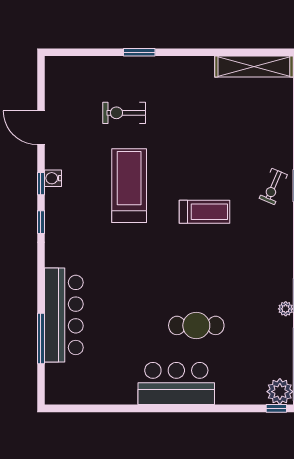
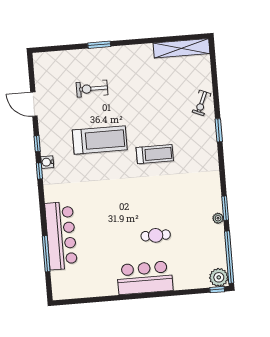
water cooler: (53, 178) -> (47, 162), moved
treadmill: (129, 186) -> (100, 140), turned 90
exercise bike: (273, 187) -> (202, 103), moved
cafe table: (196, 325) -> (156, 235), width x0.73, depth x0.74

